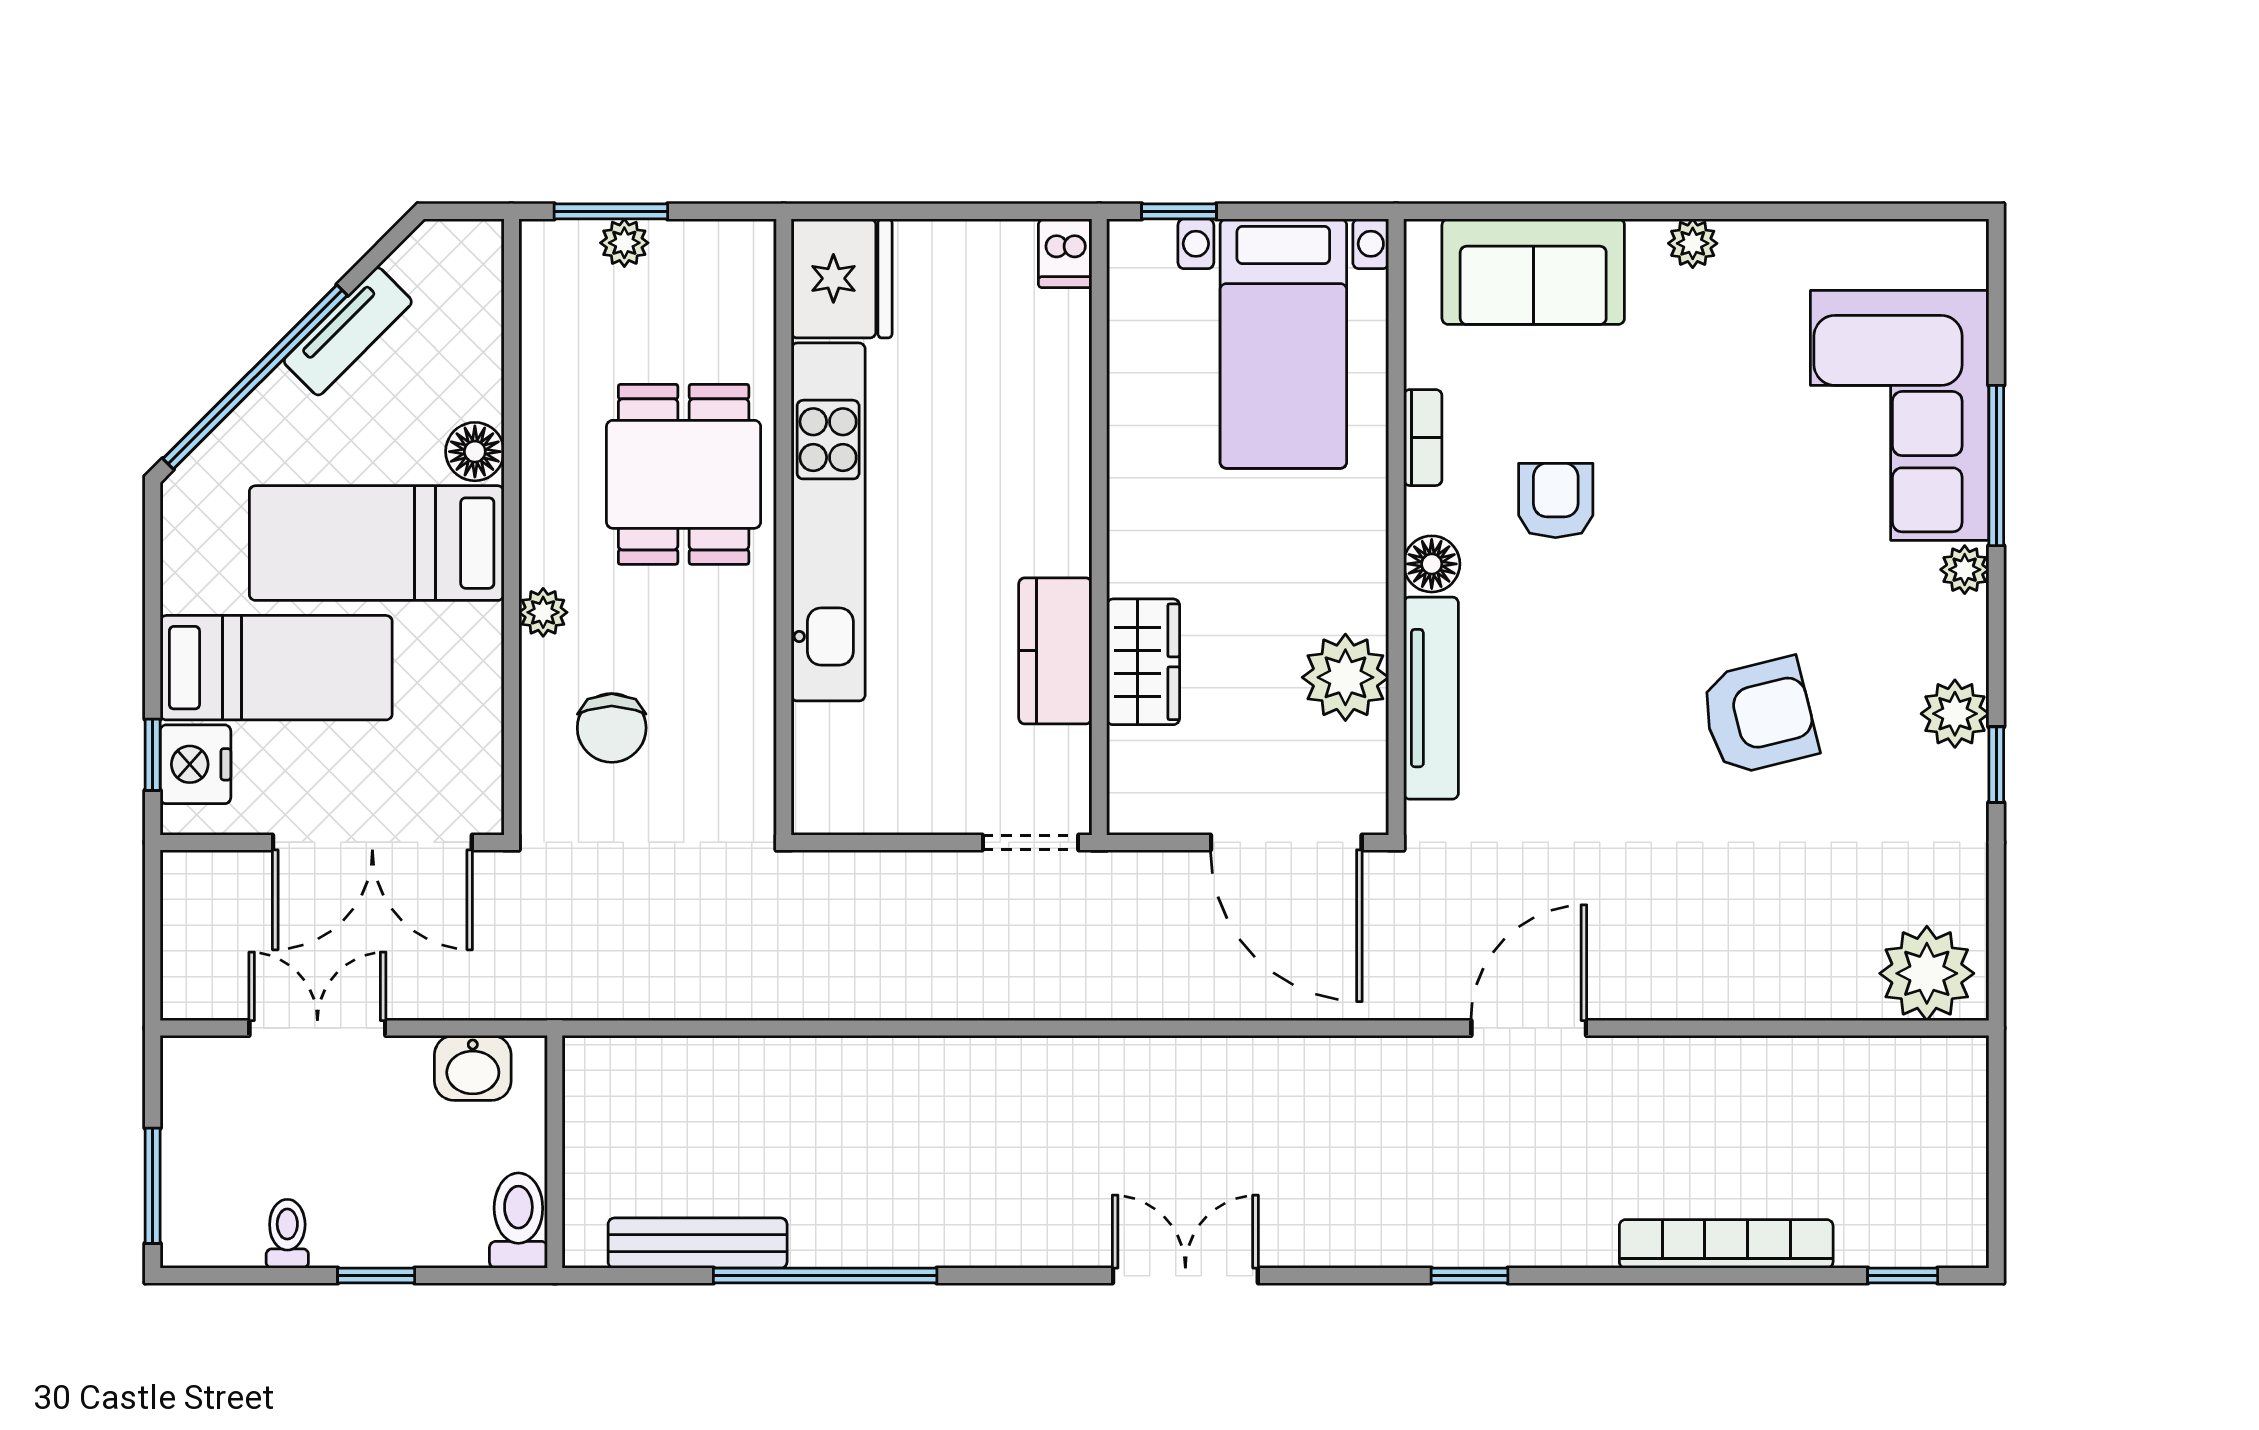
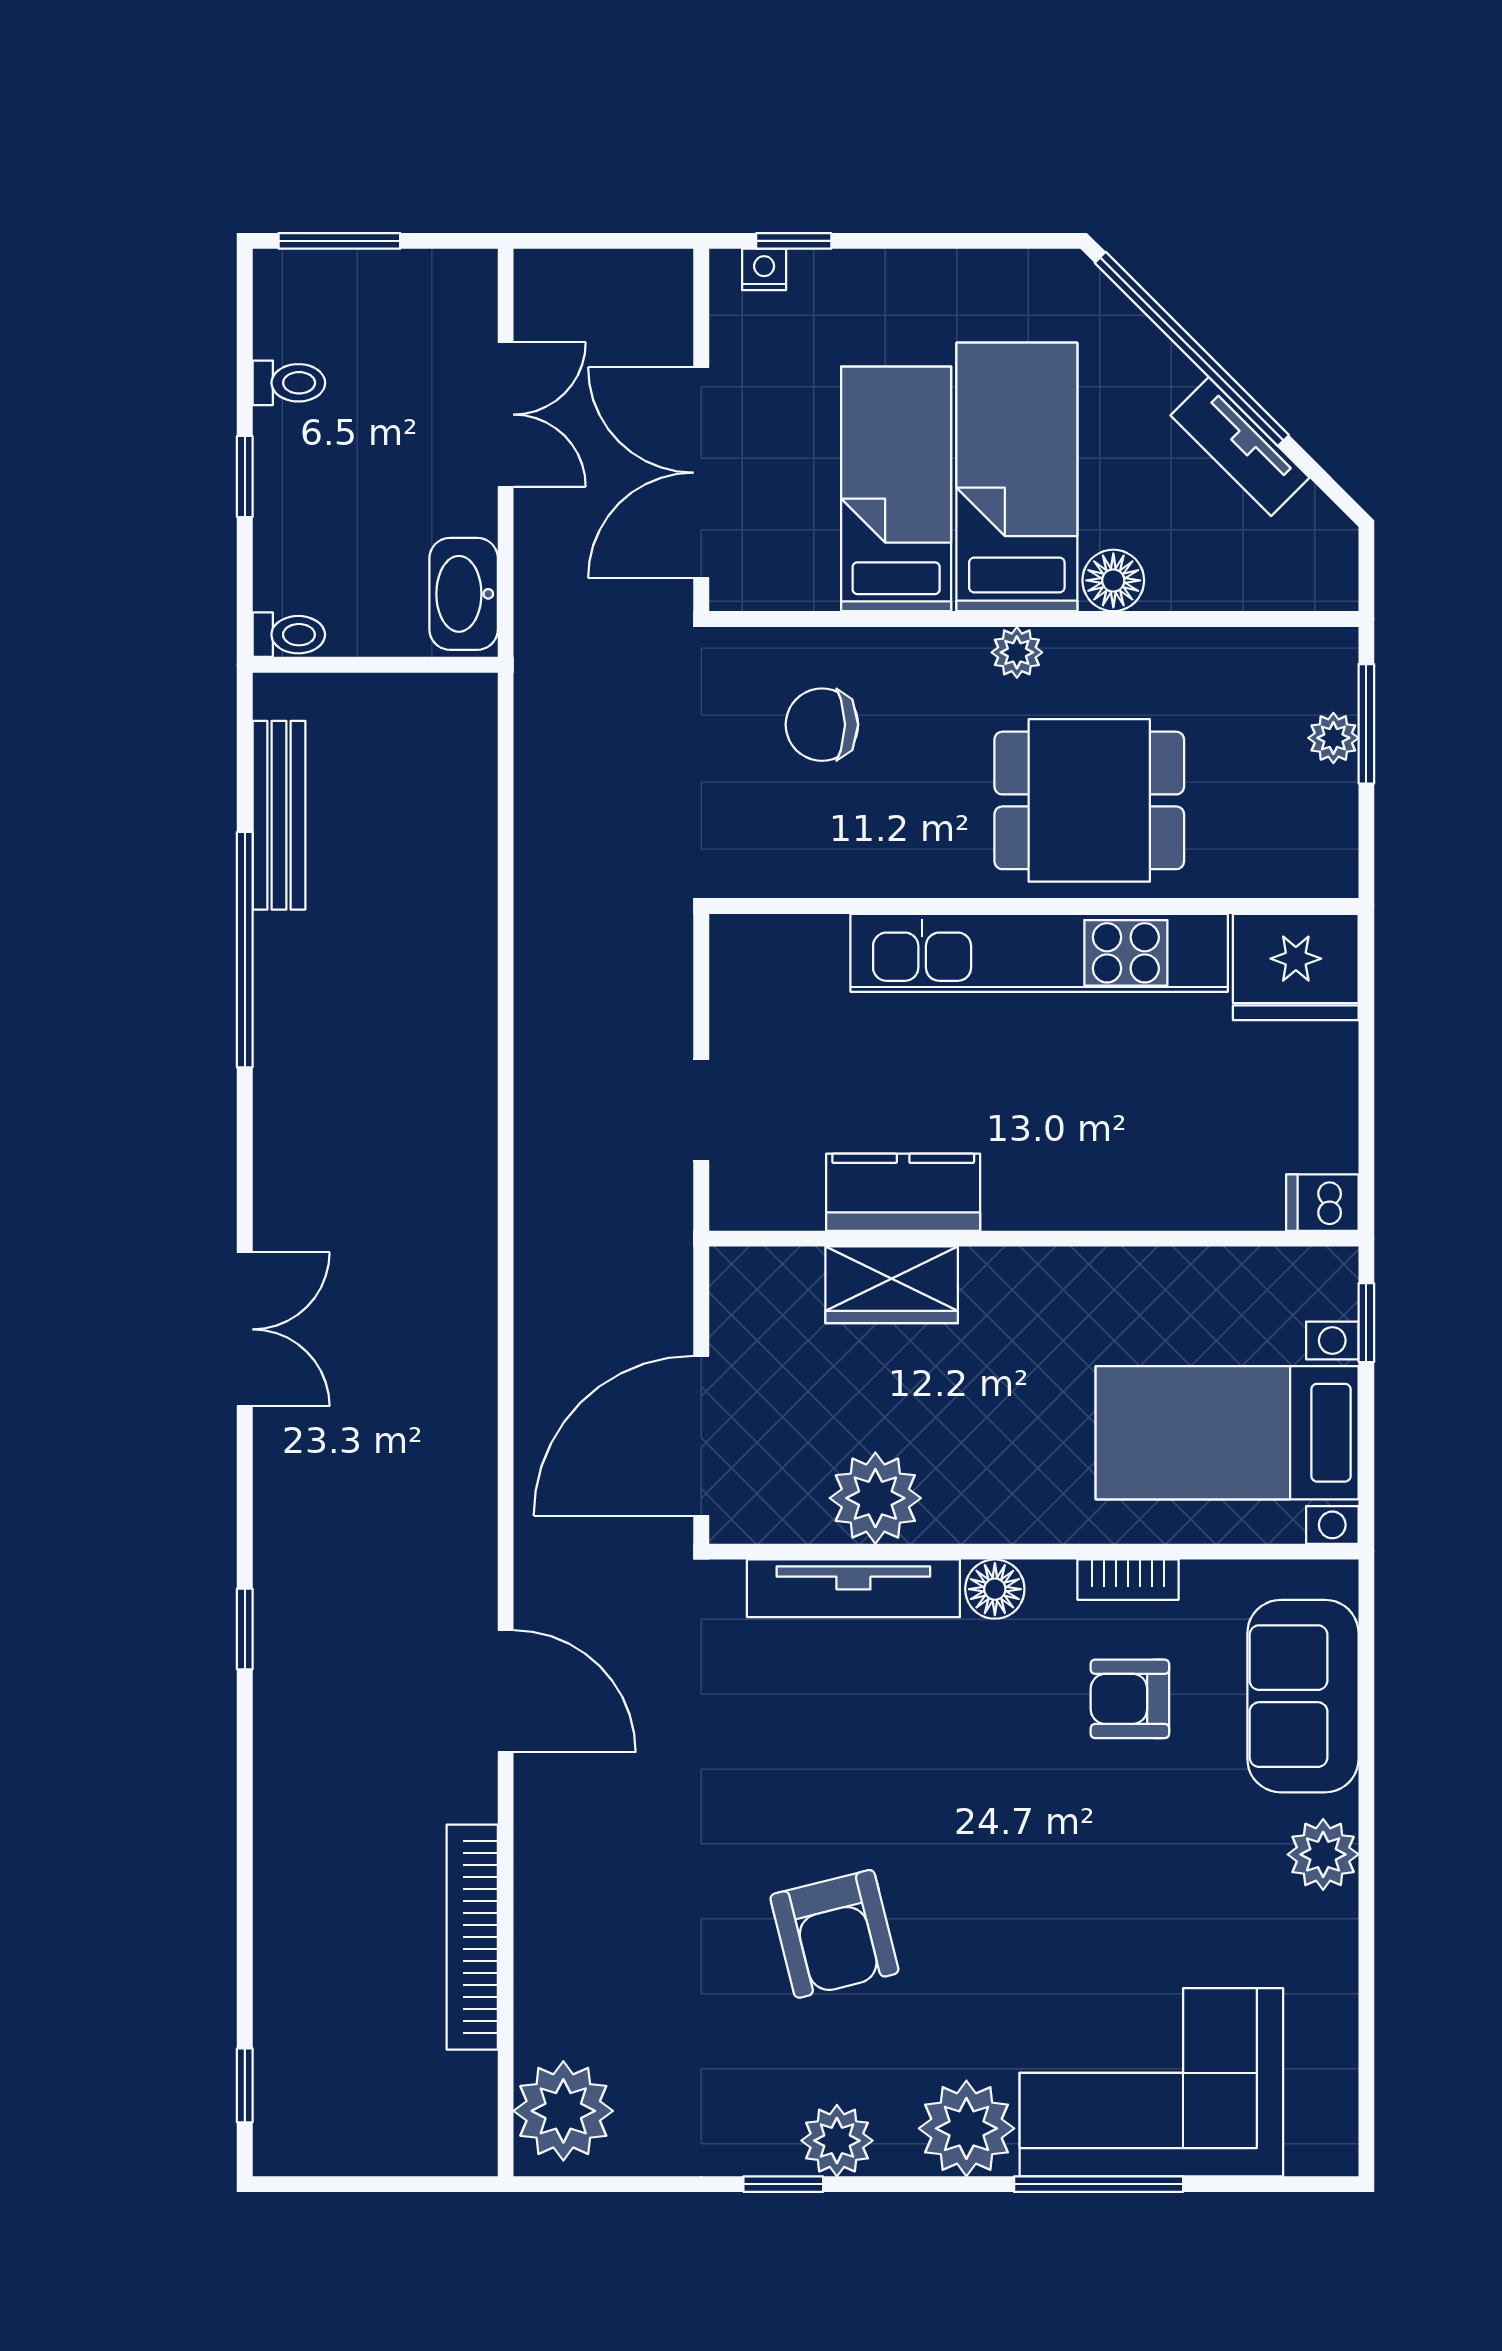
plant: (1693, 243) -> (1323, 1854), width x1.38, depth x1.38
armchair: (1556, 500) -> (1130, 1699), moved, turned 180
plant: (1965, 570) -> (966, 2128), width x1.88, depth x1.88
plant: (543, 612) -> (1017, 652), moved
bed: (276, 668) -> (896, 489), moved, turned 180
nightstand: (195, 764) -> (764, 269), width x0.53, depth x0.56
doorway: (1030, 842) -> (701, 1110), moved
washbasin: (473, 1068) -> (464, 594), width x1.38
toilet: (518, 1220) -> (289, 635), width x0.73, depth x0.72
bookcase: (1726, 1244) -> (472, 1937), moved, turned 180

